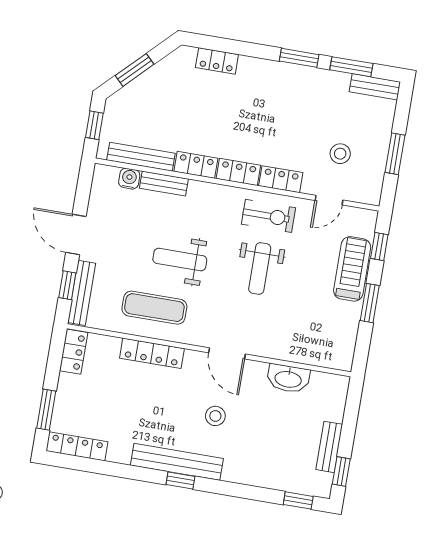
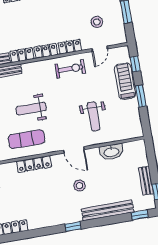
weight bench: (260, 268) -> (94, 116), moved
bench: (177, 462) -> (108, 210), moved

